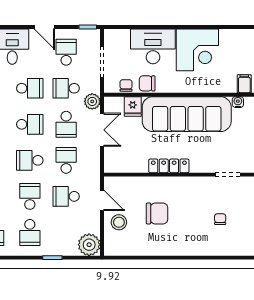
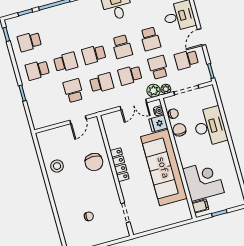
corner desk: (197, 50) -> (203, 181), moved, turned 180
school desk: (66, 52) -> (186, 60), turned 180
water cooler: (238, 102) -> (158, 111), moved
school desk: (30, 160) -> (94, 54), turned -90
chair: (157, 214) -> (94, 162), moved
stool: (119, 222) -> (57, 166), moved
plant: (89, 245) -> (166, 89), moved, width x0.53, depth x0.53

